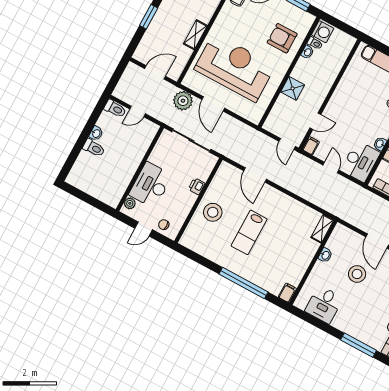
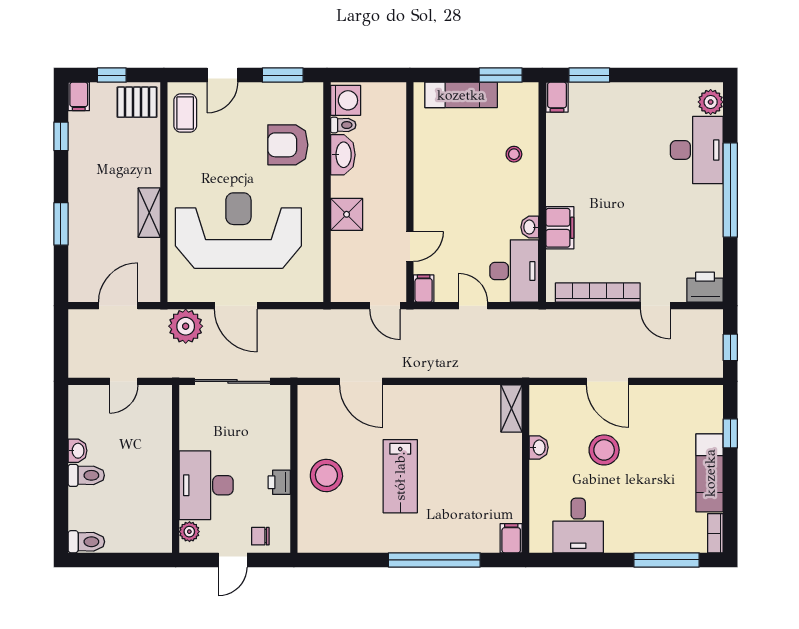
washbasin: (307, 52) -> (343, 155), width x1.91, depth x1.45
toilet: (115, 109) -> (86, 542), moved
printer: (197, 186) -> (279, 482), moved

